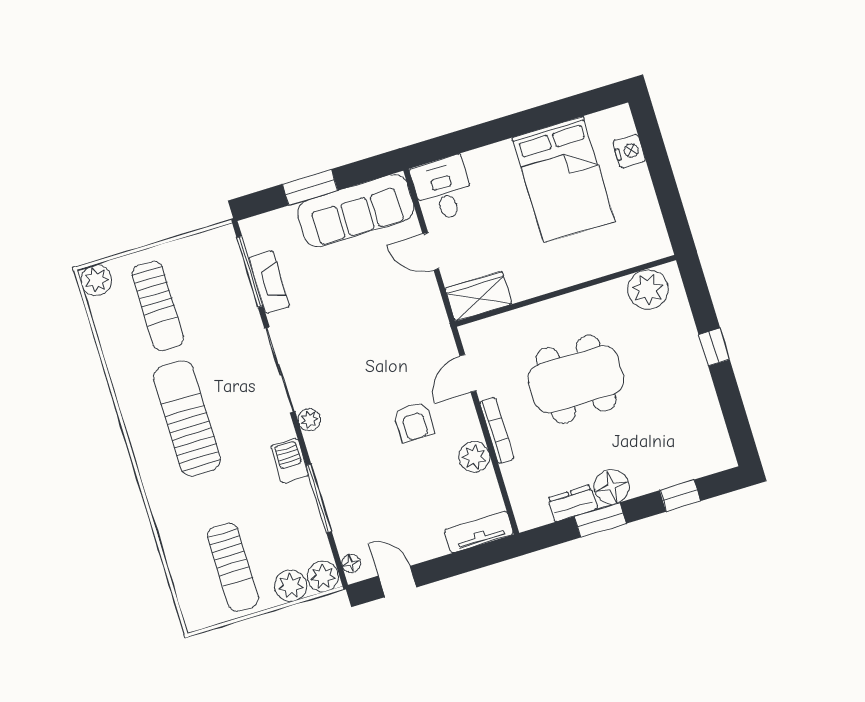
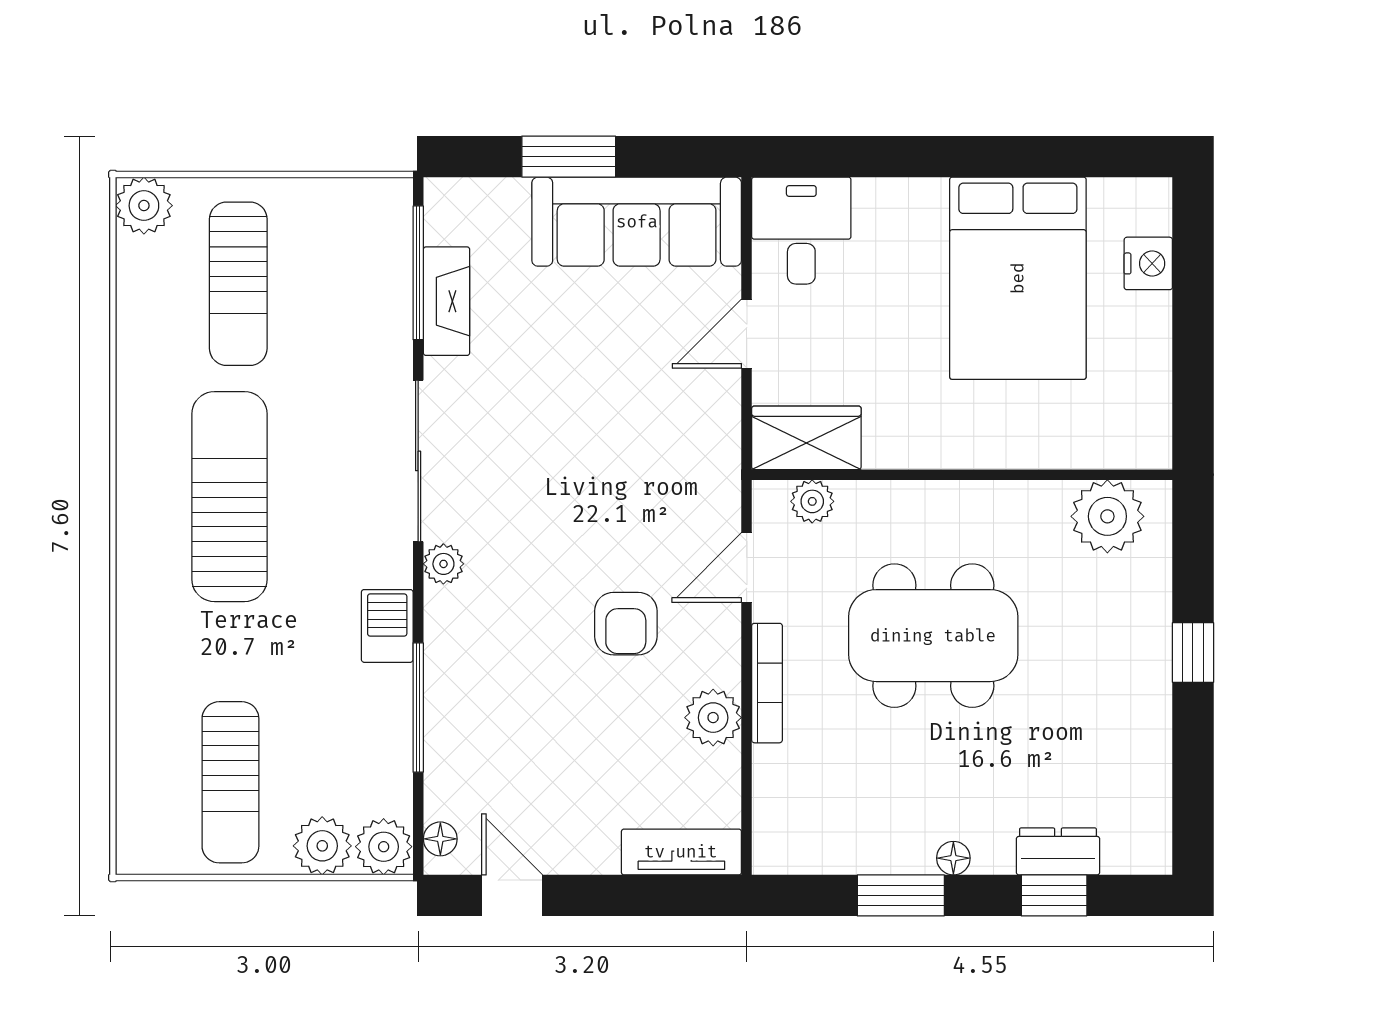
door: (431, 251) -> (747, 334), hinge flipped
plant: (492, 328) -> (812, 501), added
floor lamp: (612, 487) -> (953, 858), width x0.53, depth x0.53
dresser: (573, 503) -> (1058, 851), moved

